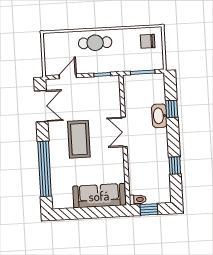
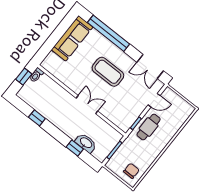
cafe table: (95, 43) -> (149, 127), moved
door: (68, 76) -> (154, 100), hinge flipped
washbasin: (159, 116) -> (86, 143), moved
sofa: (99, 196) -> (72, 38), moved

